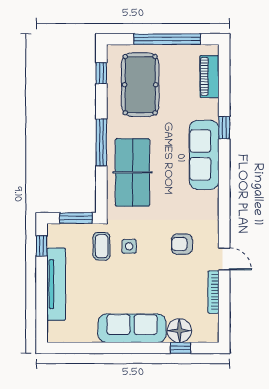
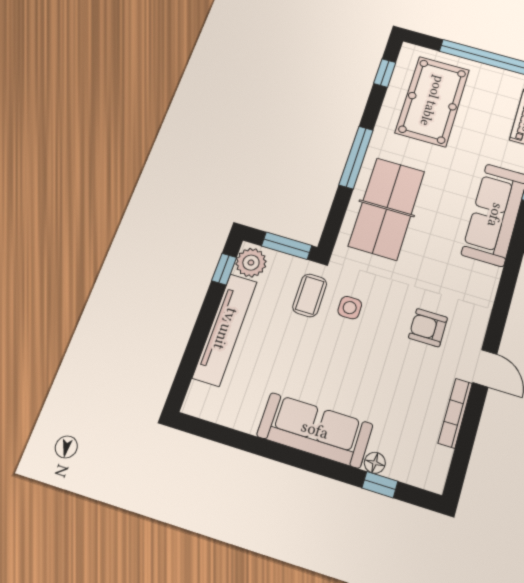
plant: (57, 236) -> (251, 263), added
floor lamp: (179, 331) -> (375, 463), width x0.53, depth x0.53

